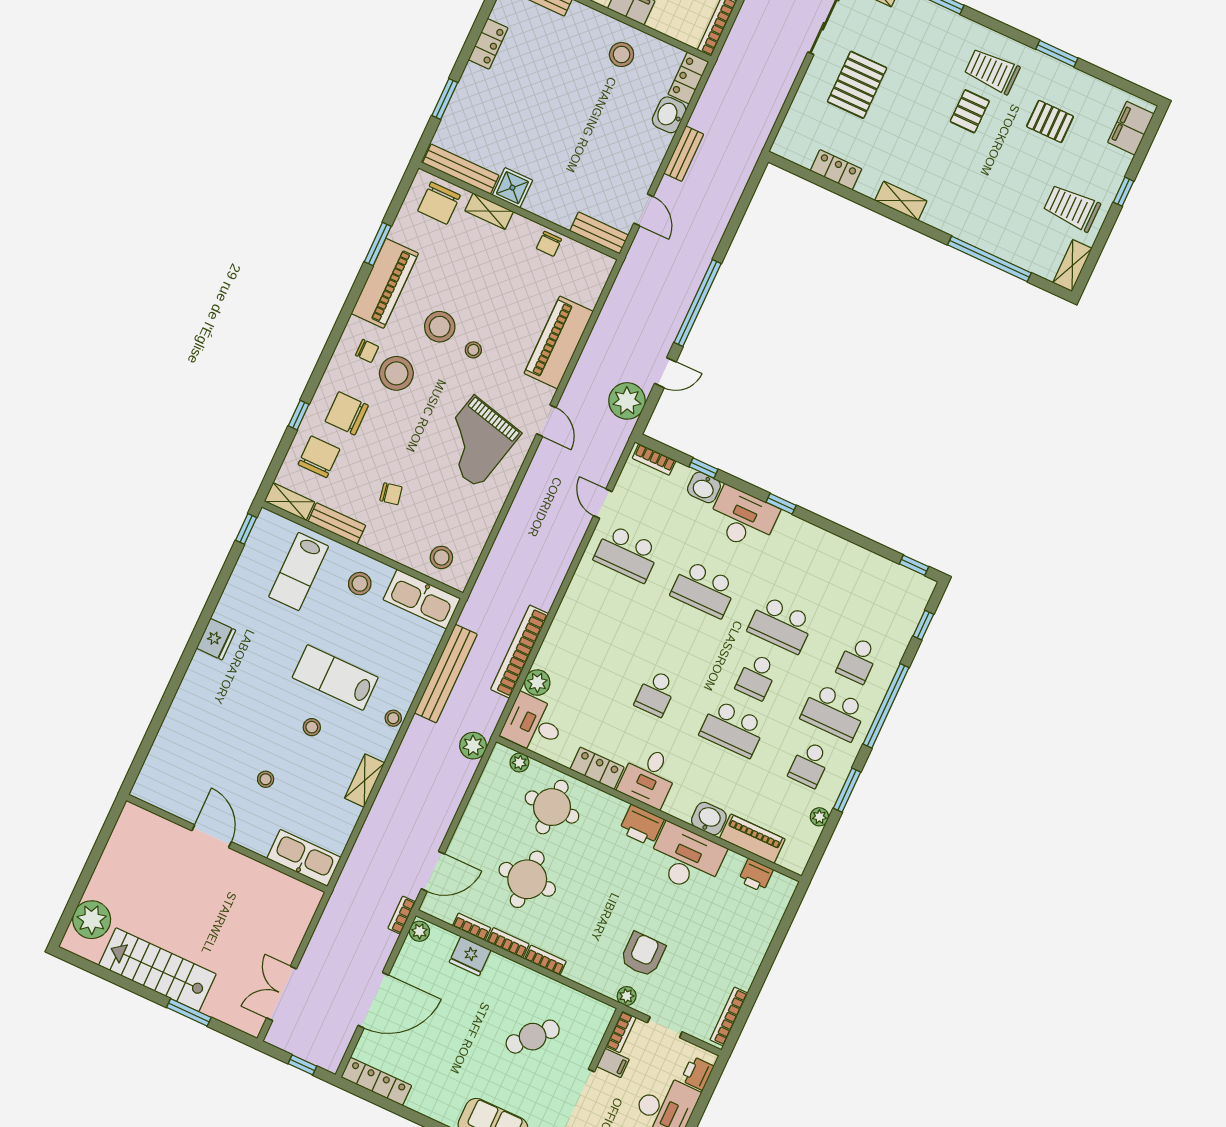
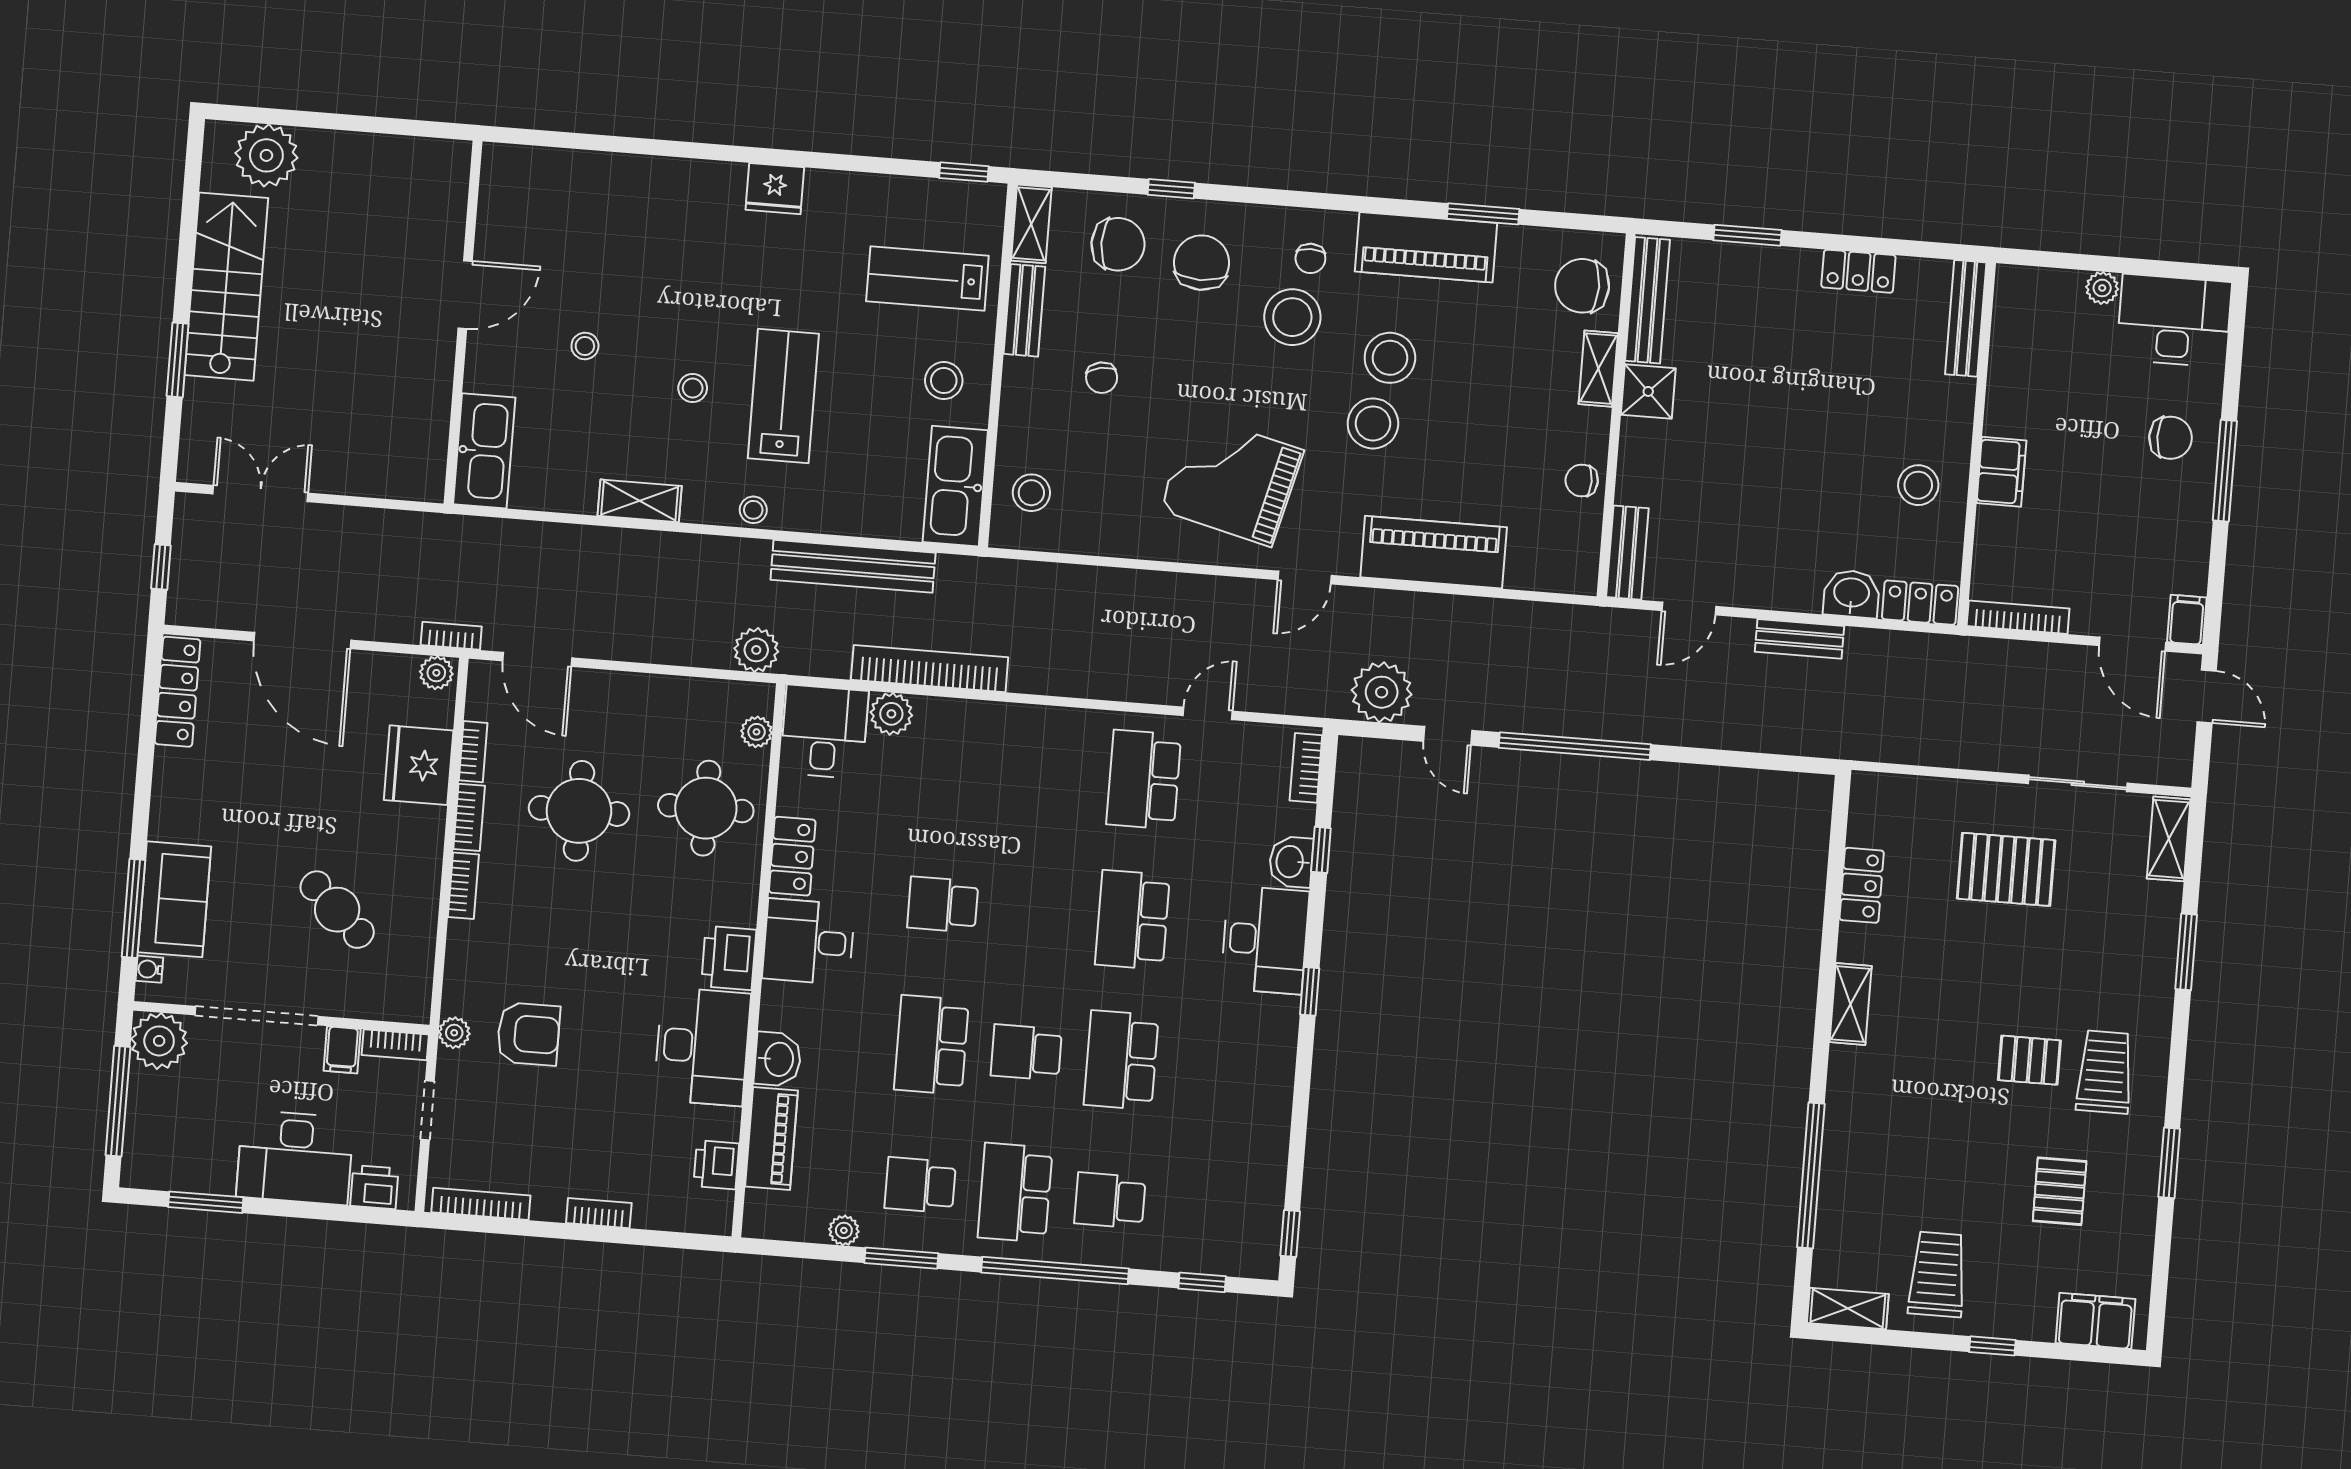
stool: (473, 350) -> (1373, 423), width x1.89, depth x1.89
bookcase: (759, 952) -> (599, 1213), added
fridge: (470, 956) -> (419, 765), width x1.36, depth x1.34

